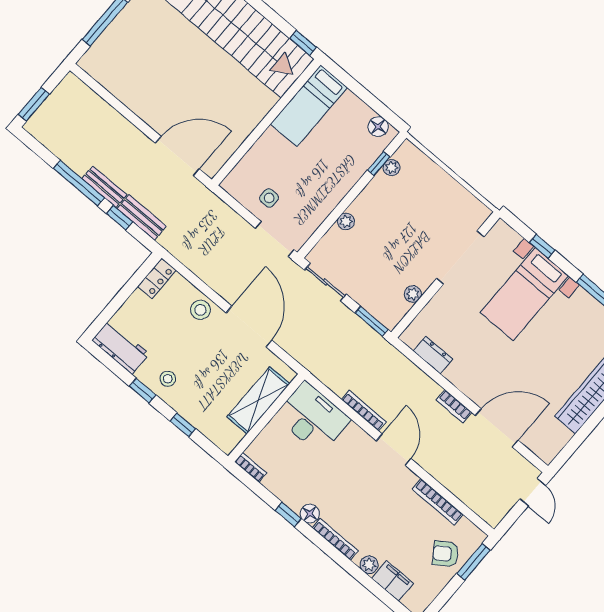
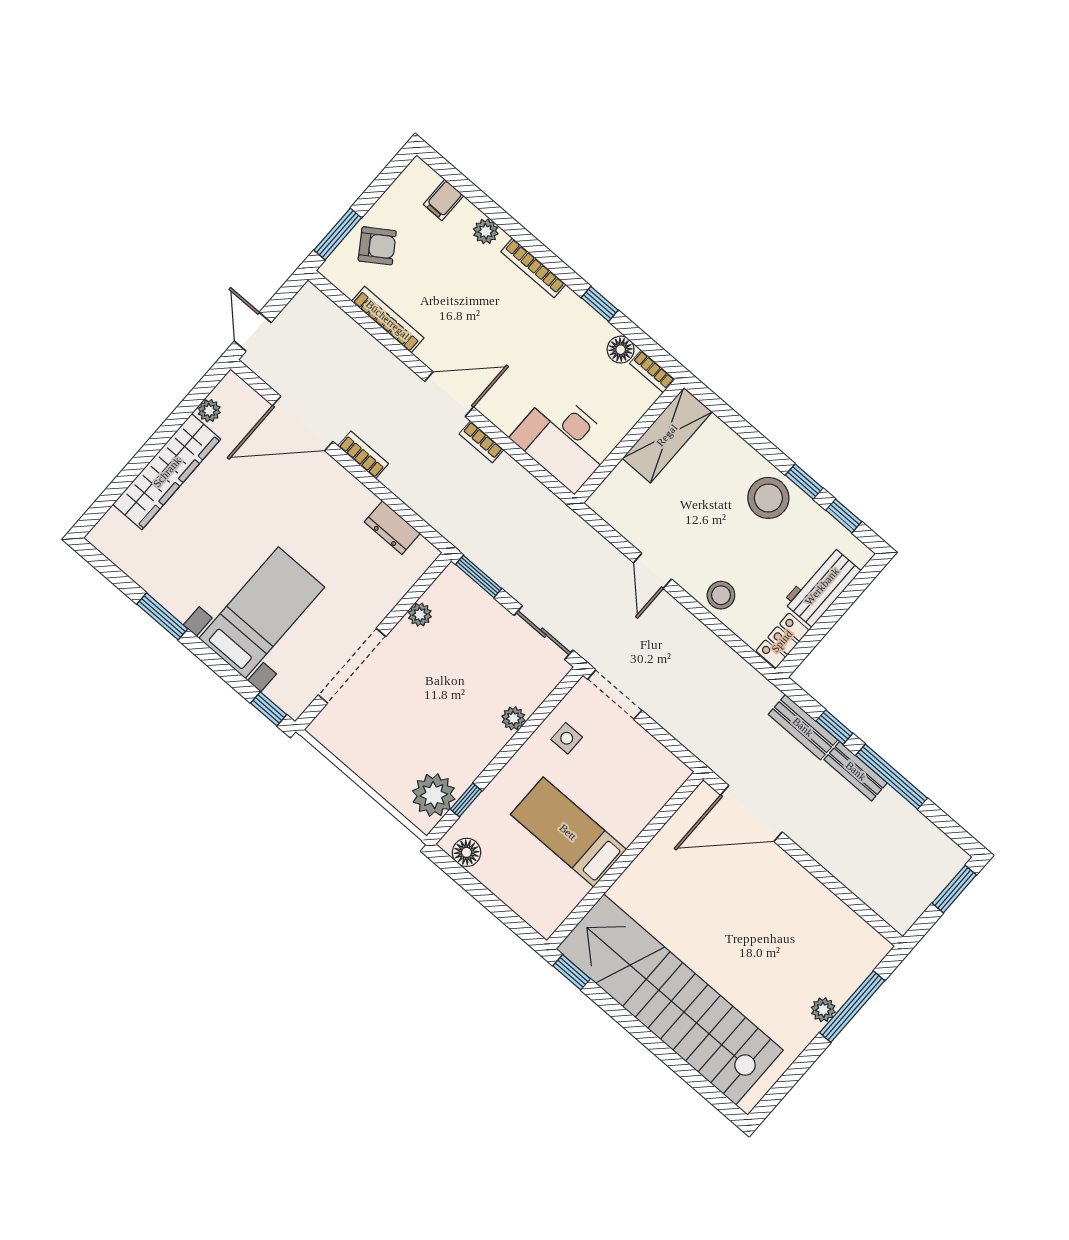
plant: (125, 18) -> (823, 1010), added
bed: (309, 106) -> (568, 832), moved, turned -90
plant: (392, 168) -> (434, 795), width x1.88, depth x1.88
side table: (269, 198) -> (567, 738), moved
window: (542, 246) -> (269, 709), moved
door: (249, 327) -> (652, 571), width x0.53
workbench: (121, 347) -> (822, 586), moved, turned 90
stool: (168, 379) -> (768, 498), width x1.89, depth x1.89
shelving: (258, 400) -> (667, 435), moved
bookcase: (364, 411) -> (481, 442), width x0.64
window: (183, 425) -> (844, 516), moved
plant: (563, 436) -> (209, 411), added
door: (394, 450) -> (449, 394), swing flipped
floor lamp: (310, 514) -> (621, 350), moved
filing cabinet: (392, 581) -> (443, 200), width x0.50

